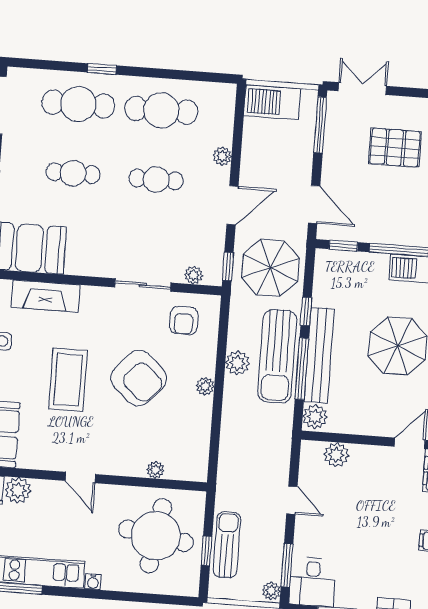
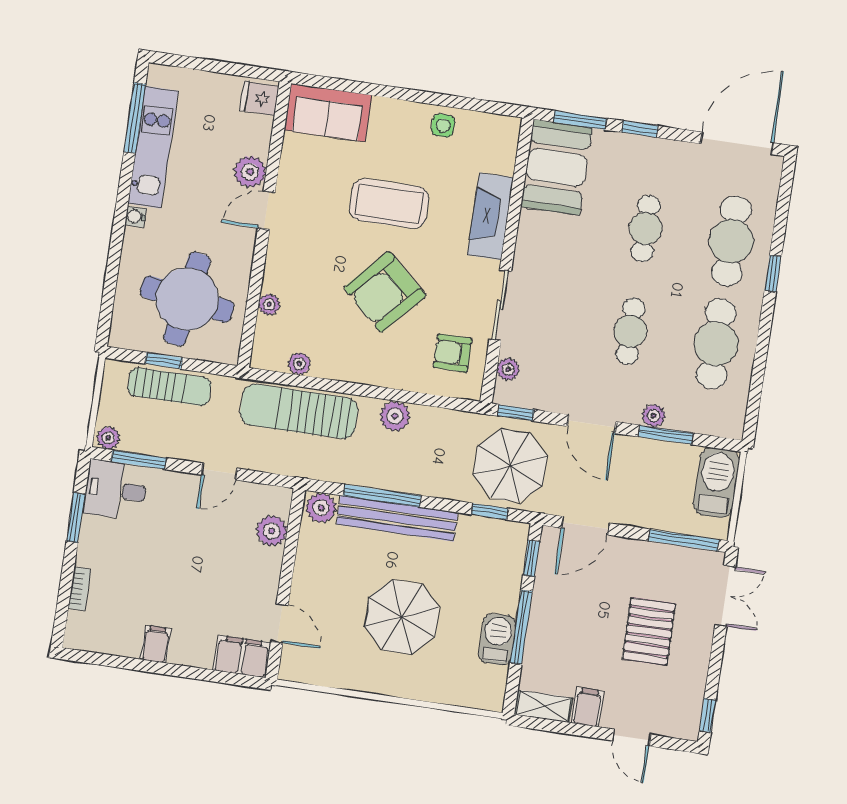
window: (237, 145) -> (666, 435), added
fireplace: (46, 296) -> (490, 216), moved
window: (306, 311) -> (490, 511), moved
sun lounger: (277, 356) -> (299, 411), moved
plant: (205, 386) -> (299, 364), moved
plant: (18, 490) -> (250, 172), moved

